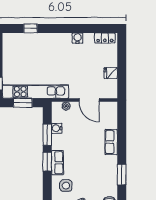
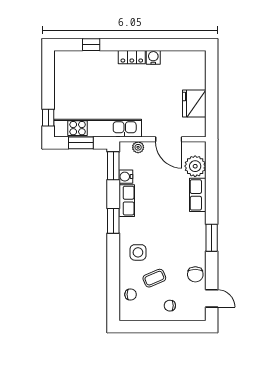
locker: (105, 38) -> (132, 57), moved
fridge: (111, 73) -> (194, 104), width x1.88, depth x1.34
plant: (109, 120) -> (195, 166), added
window: (47, 135) -> (113, 166), moved
row of seats: (57, 163) -> (127, 201), moved

